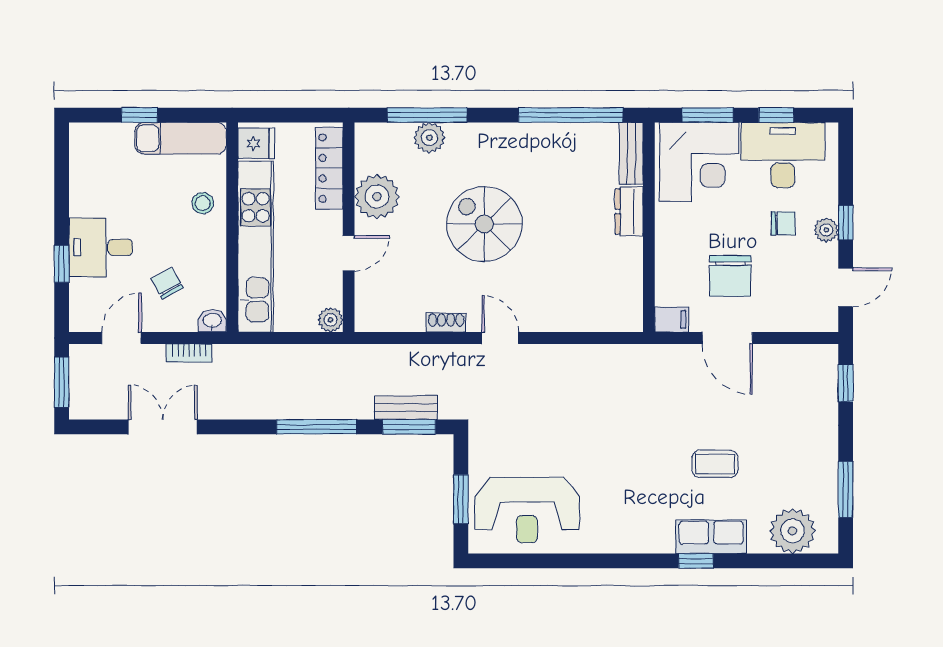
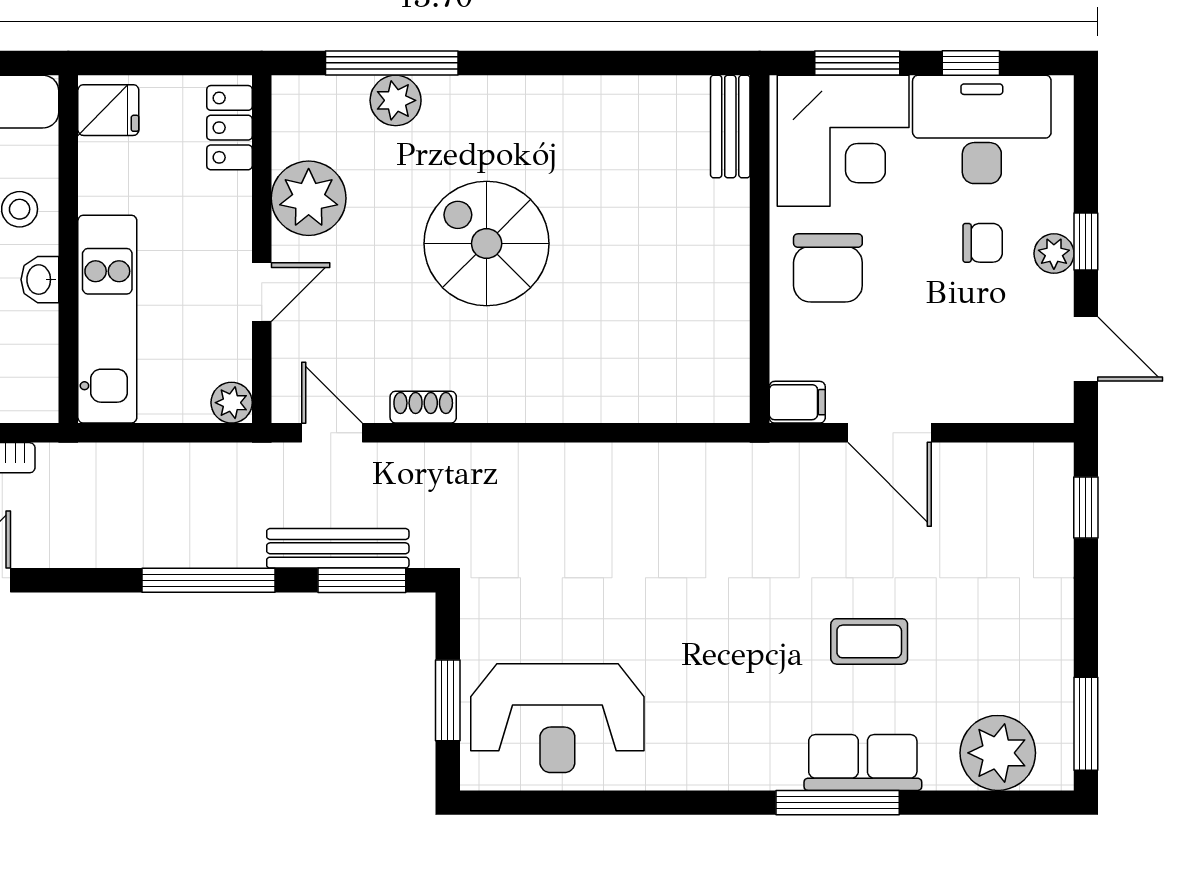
window: (571, 115) -> (630, 63), removed
locker: (329, 168) -> (230, 128), width x0.66
dresser: (629, 211) -> (727, 223), removed
kitchen unit: (256, 247) -> (107, 319), width x0.73
chair: (730, 276) -> (828, 268), moved
door: (846, 287) -> (1086, 349), hinge flipped
washbasin: (212, 321) -> (40, 280), moved, turned -90
door: (500, 338) -> (332, 433), moved
bench: (406, 408) -> (338, 548), width x1.36
window: (846, 489) -> (1086, 724), moved
window: (696, 561) -> (838, 803), width x2.17

